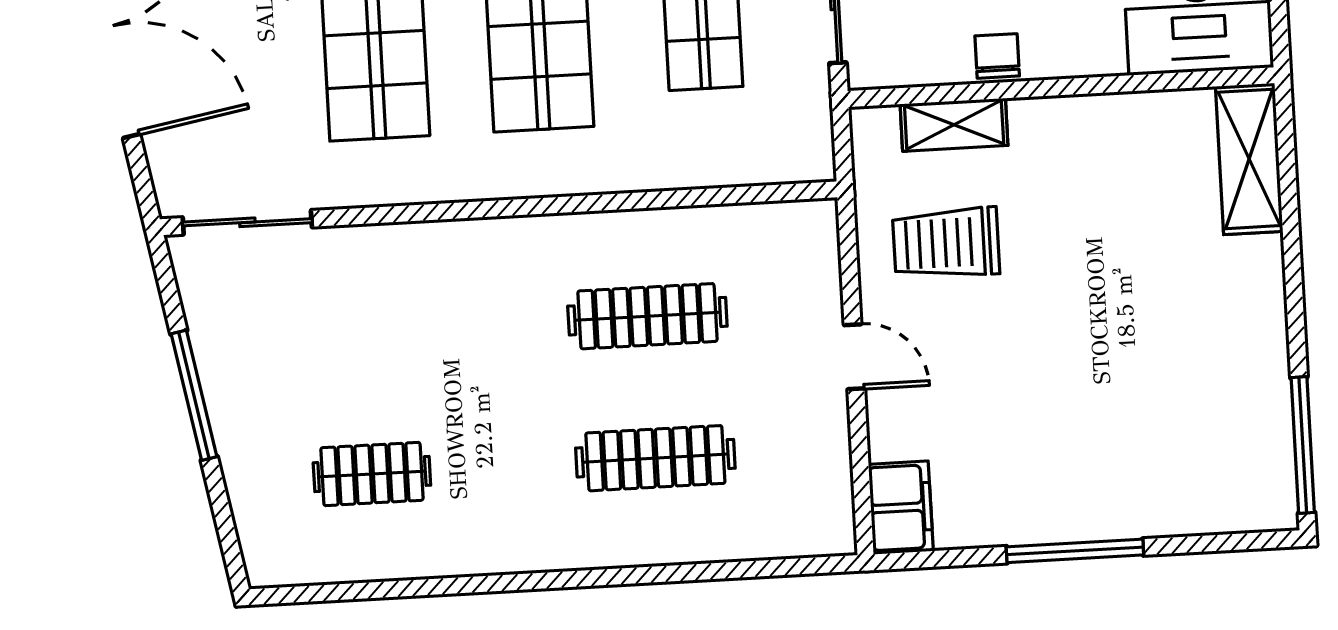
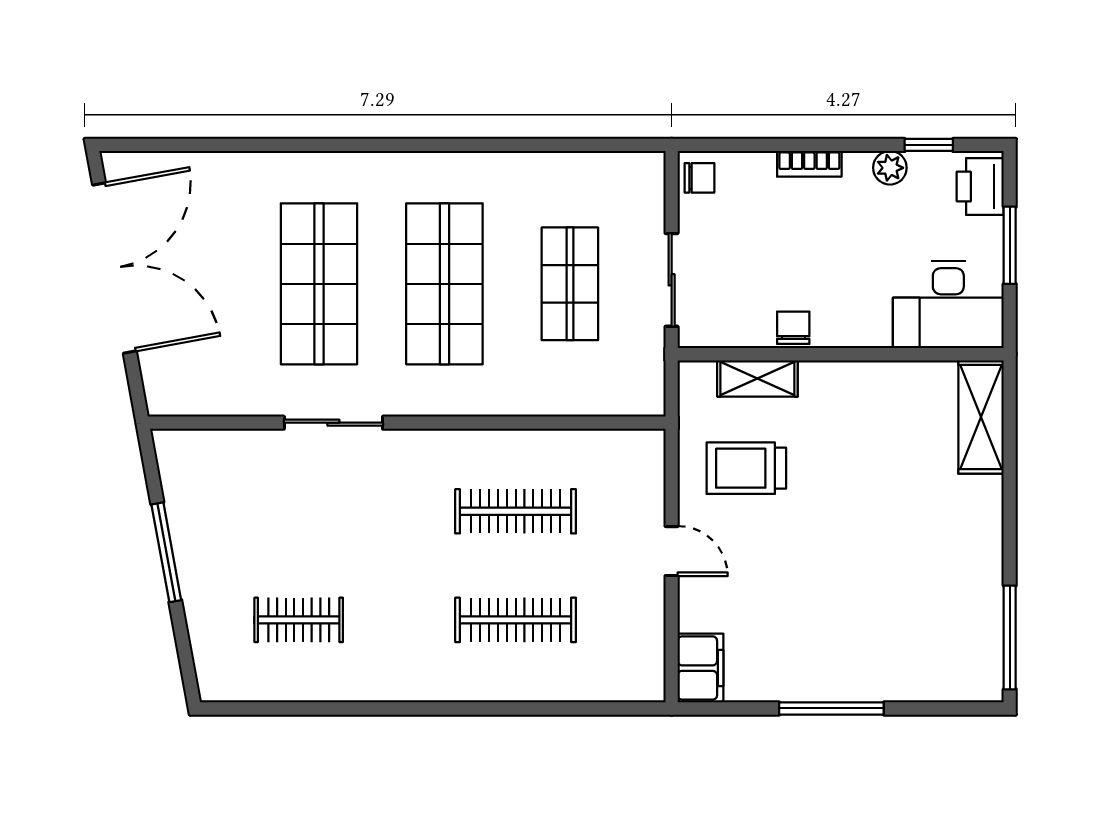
sliding door: (247, 222) -> (333, 423), moved

